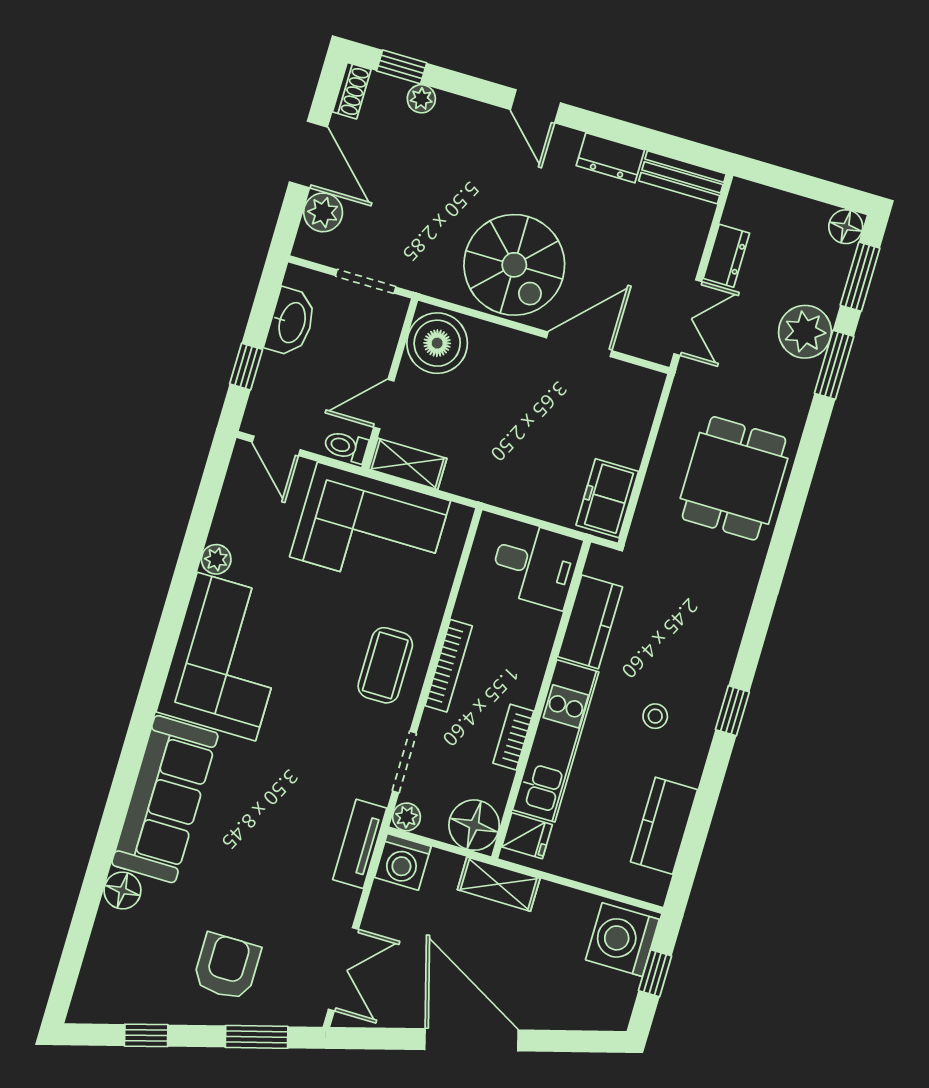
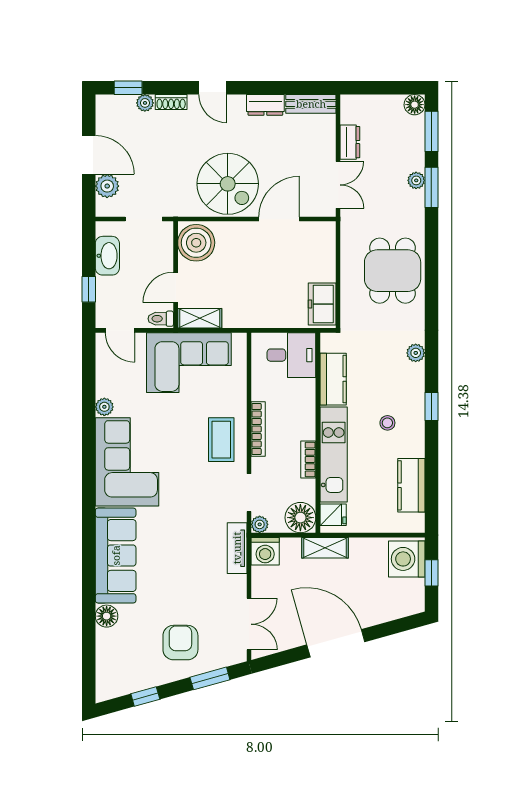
shoe rack: (352, 91) -> (171, 102), moved, turned 90
plant: (805, 332) -> (416, 180), width x0.53, depth x0.53
plant: (732, 619) -> (416, 353), added

